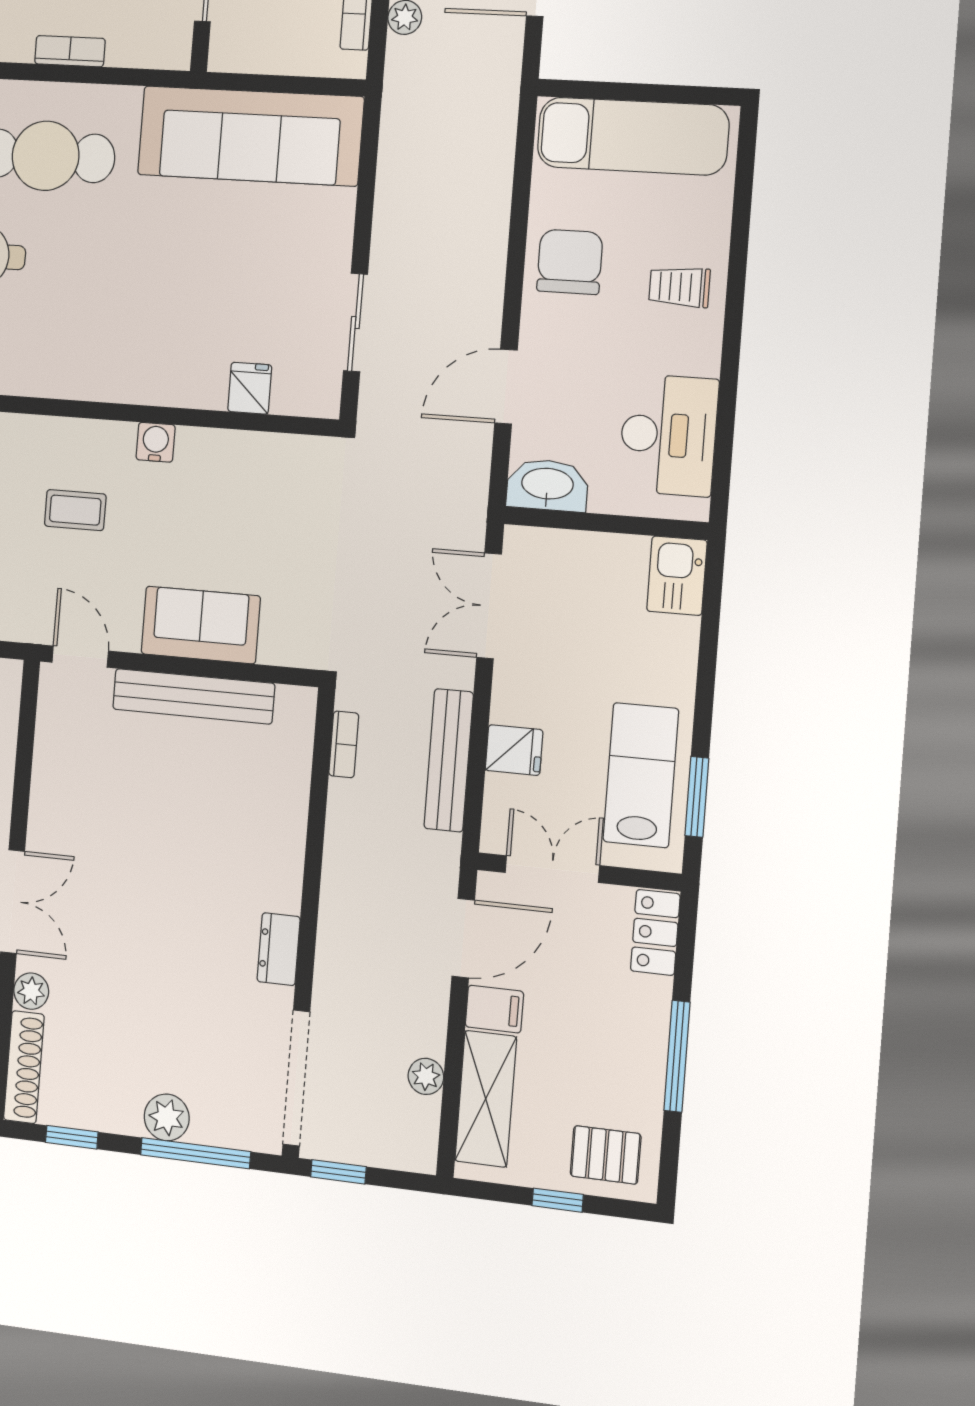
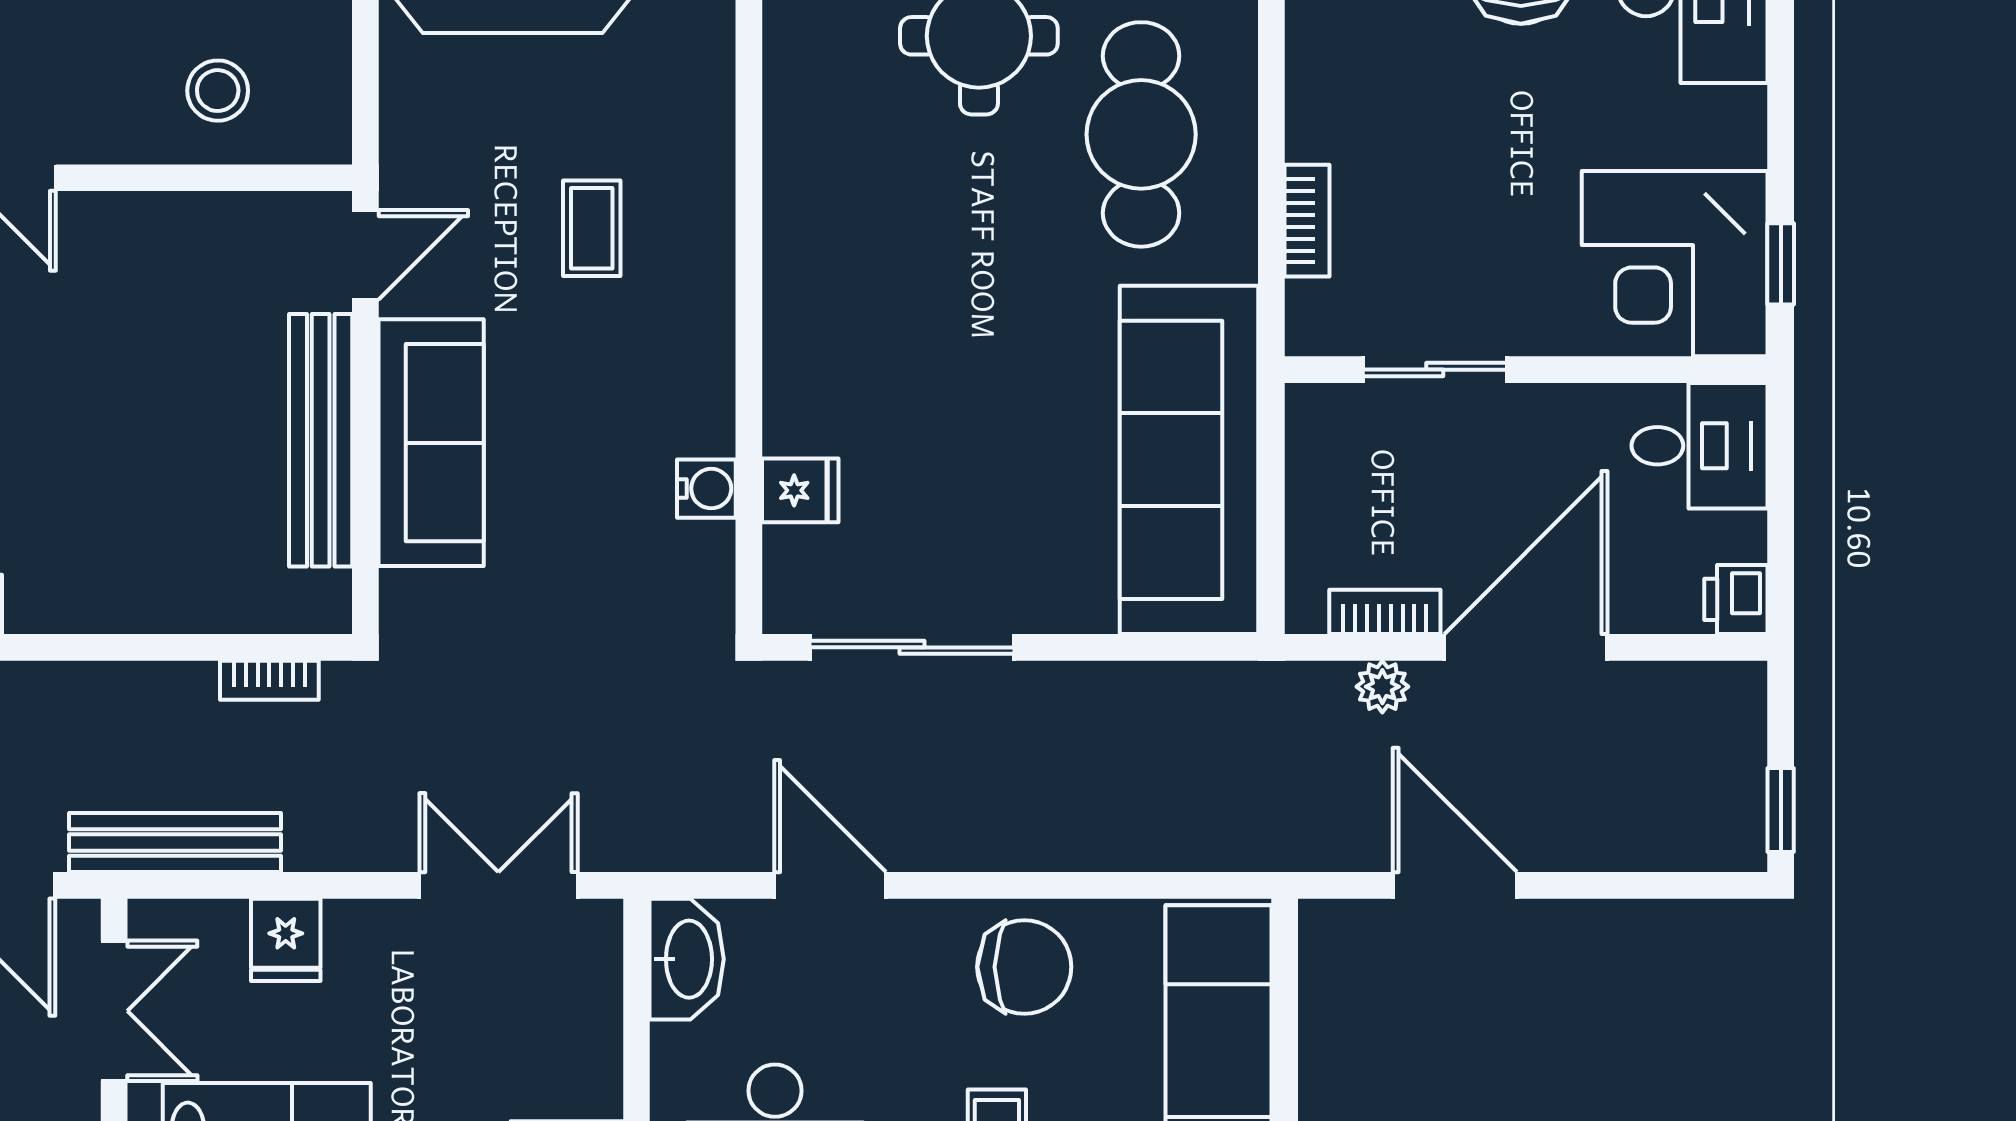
bookcase: (70, 51) -> (1307, 221), moved
sliding door: (355, 323) -> (912, 647), width x1.37
water cooler: (156, 442) -> (706, 489), moved
sofa: (201, 625) -> (431, 443), width x1.36
bench: (449, 760) -> (175, 843), moved

